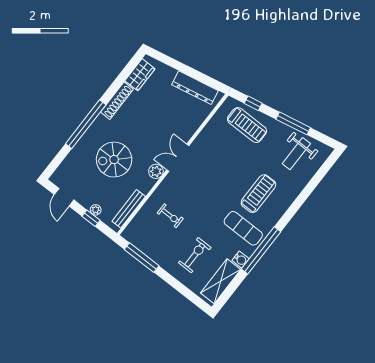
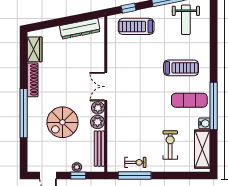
treadmill: (247, 125) -> (136, 26), turned 180
plant: (146, 184) -> (97, 122), added
treadmill: (258, 194) -> (181, 68), turned 90
exercise bike: (170, 216) -> (135, 162), moved

